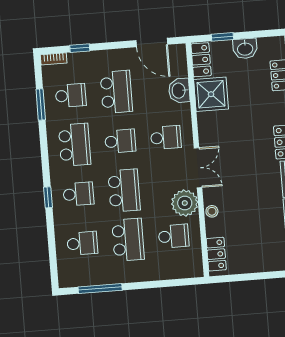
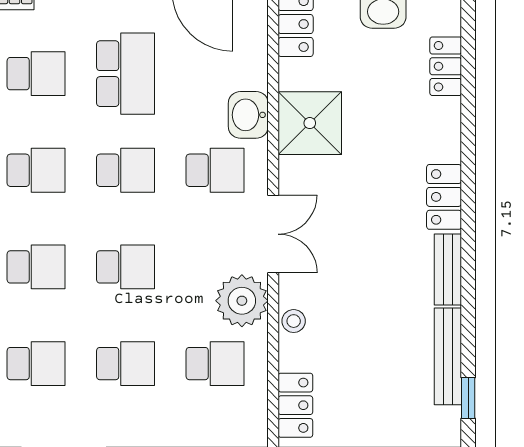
washbasin: (179, 91) -> (248, 115), moved
shower: (211, 94) -> (310, 123), moved
school desk: (75, 145) -> (36, 170), width x0.54
school desk: (124, 190) -> (126, 267), width x0.54
school desk: (128, 240) -> (126, 364), width x0.54

